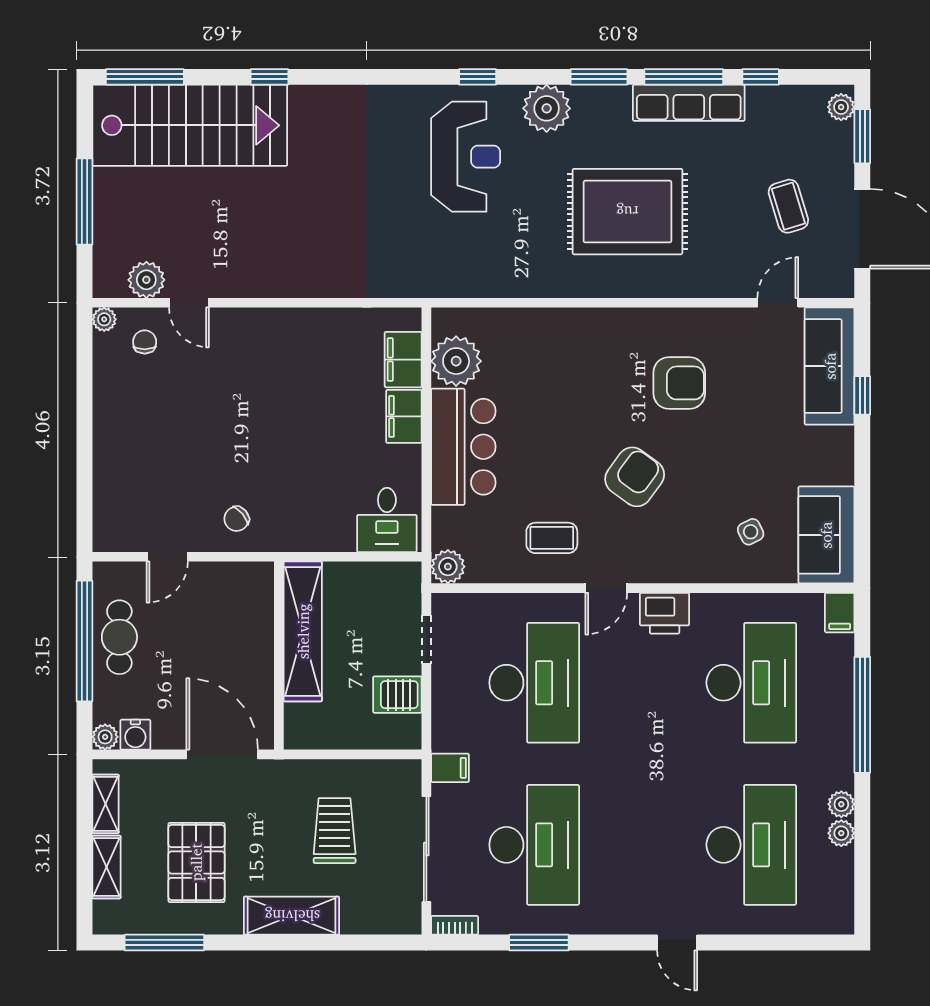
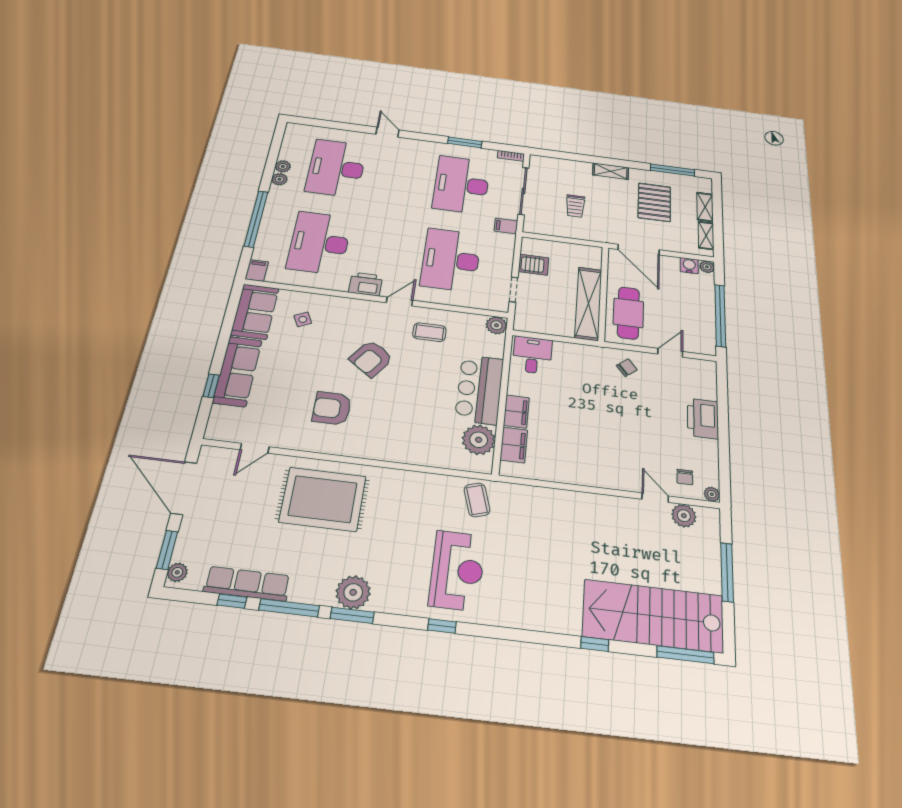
row of seats: (689, 103) -> (247, 584), moved
plant: (547, 108) -> (353, 592), moved
reception desk: (466, 157) -> (457, 570), turned 180
coffee table: (788, 206) -> (477, 500), moved
rug: (627, 212) -> (323, 499), moved
sofa: (830, 366) -> (237, 371), moved
printer: (116, 445) -> (703, 418), added
cafe table: (119, 637) -> (628, 313), moved, width x1.37, depth x1.35
trolley: (335, 831) -> (575, 206), width x0.73, depth x0.72
shelving: (292, 916) -> (611, 171), width x0.67, depth x0.75

